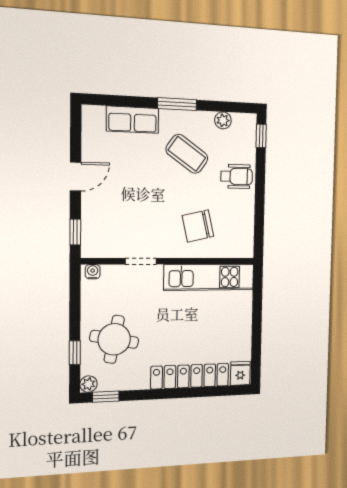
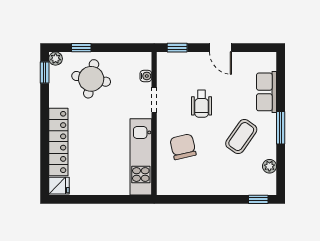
wheelchair: (237, 176) -> (202, 104), moved
water cooler: (93, 272) -> (146, 76), moved

